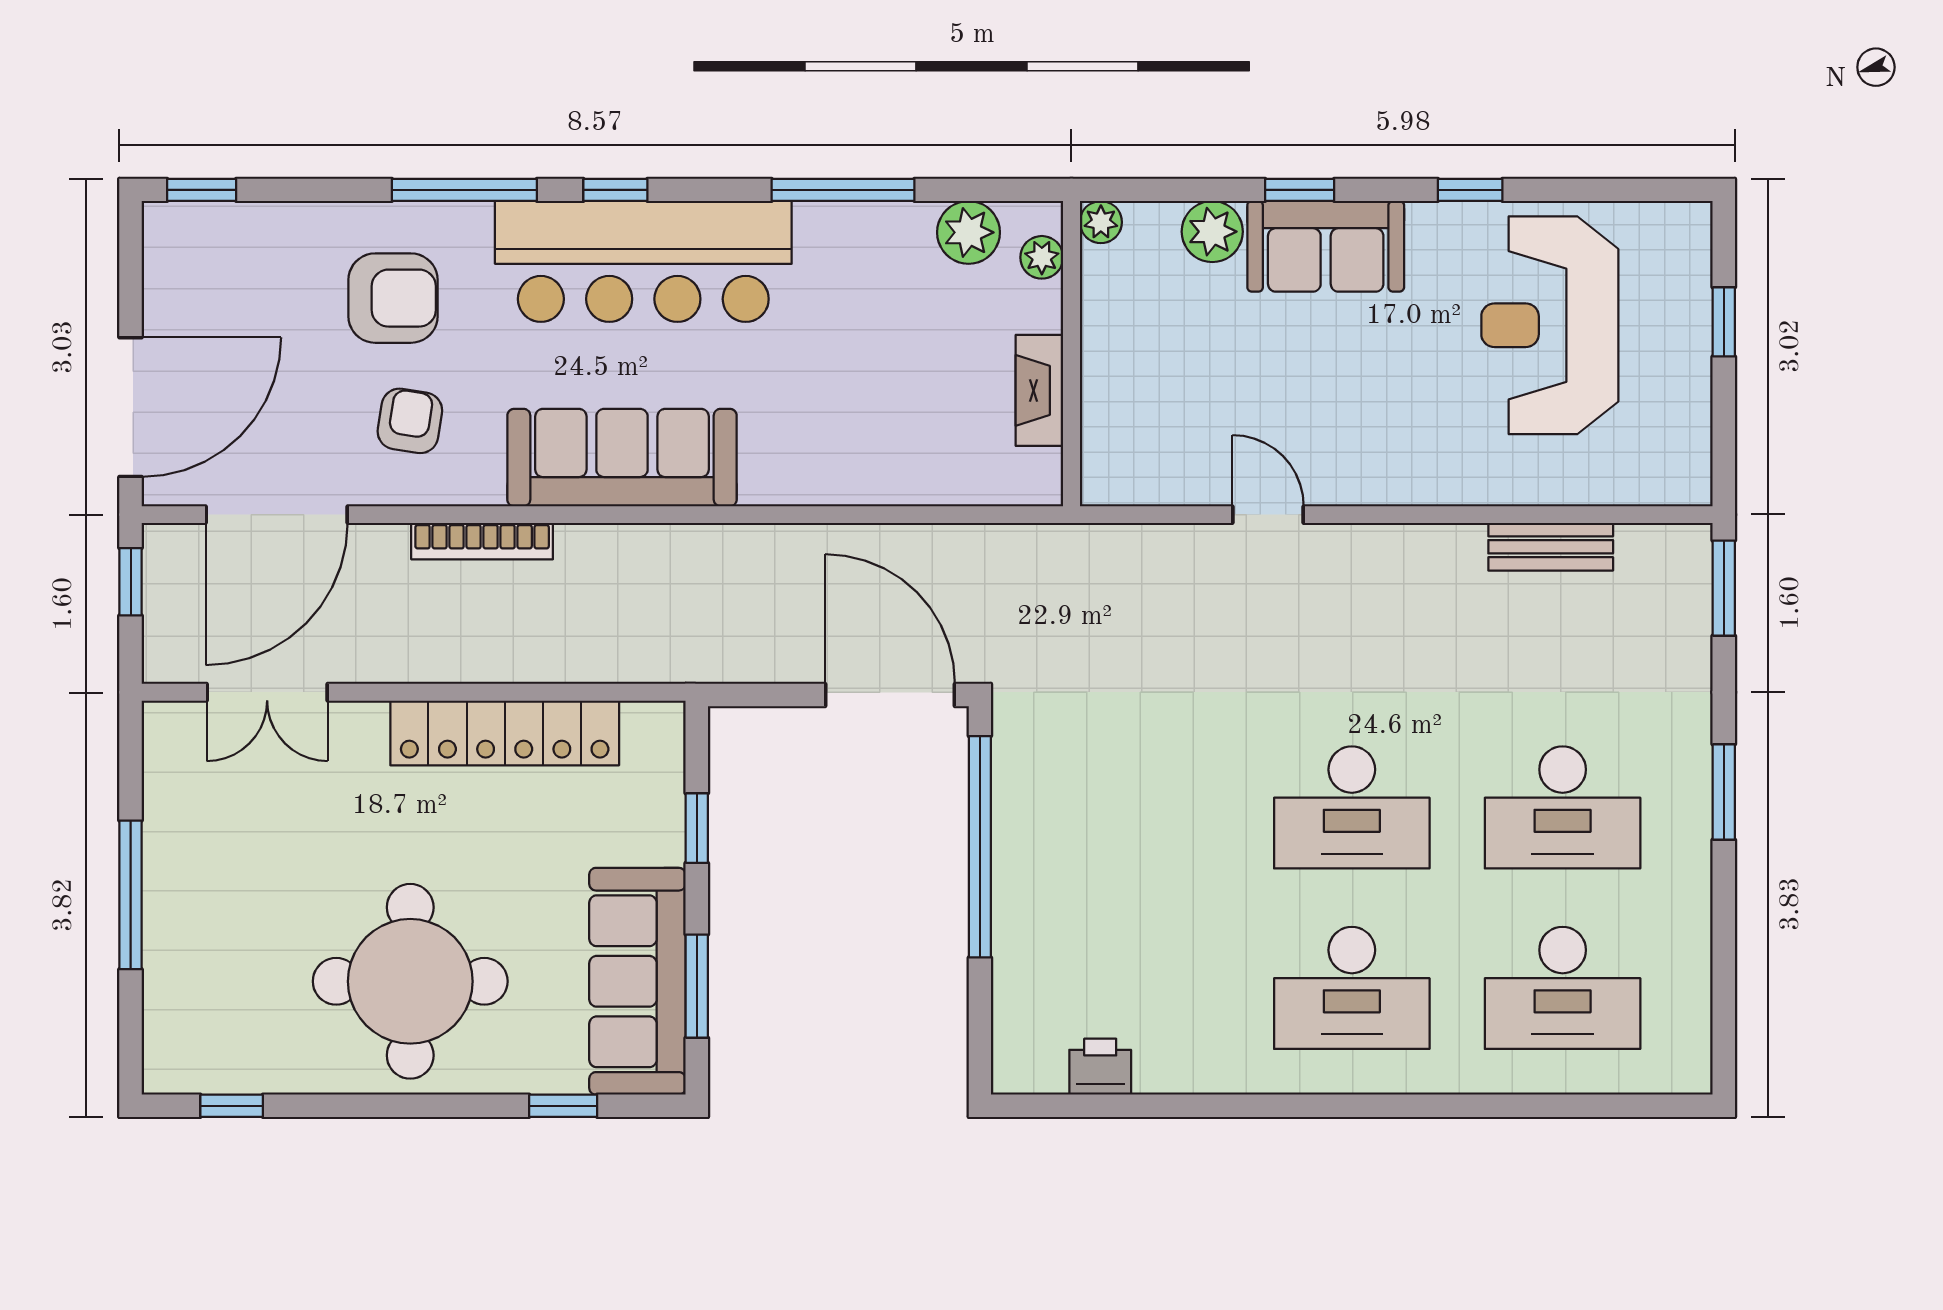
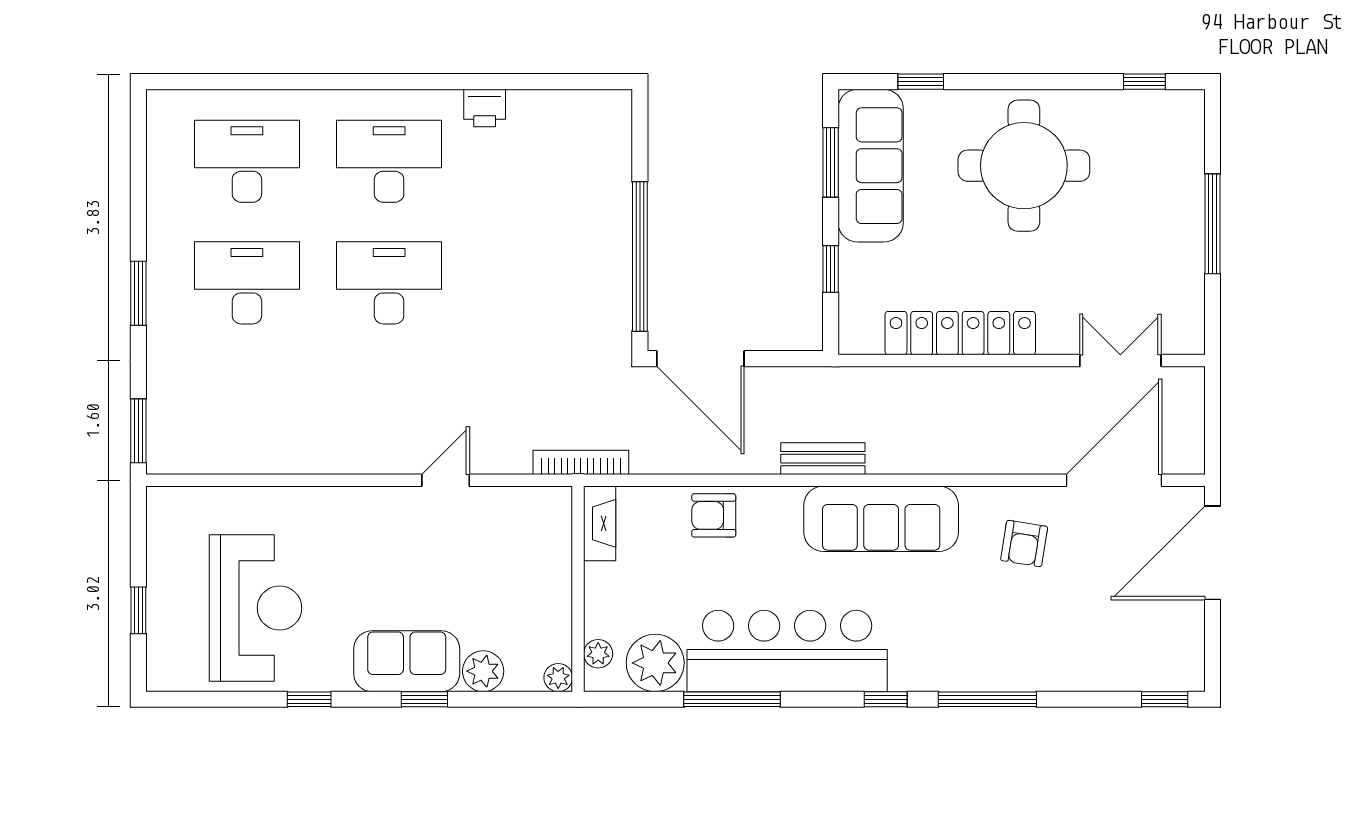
plant: (969, 232) -> (655, 663), width x1.36, depth x1.36
bar counter: (643, 261) -> (787, 651), moved
armchair: (393, 298) -> (714, 515), moved, width x0.72, depth x0.72
fireplace: (1039, 390) -> (600, 523), moved
door: (1268, 515) -> (446, 480), swing flipped
bookcase: (482, 541) -> (581, 462), moved
bench: (1551, 547) -> (823, 459), moved
window: (131, 582) -> (1212, 435), removed
printer: (1100, 1067) -> (485, 108), moved

